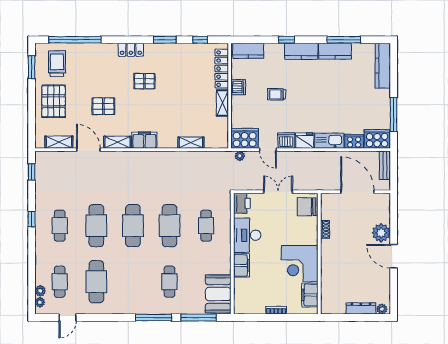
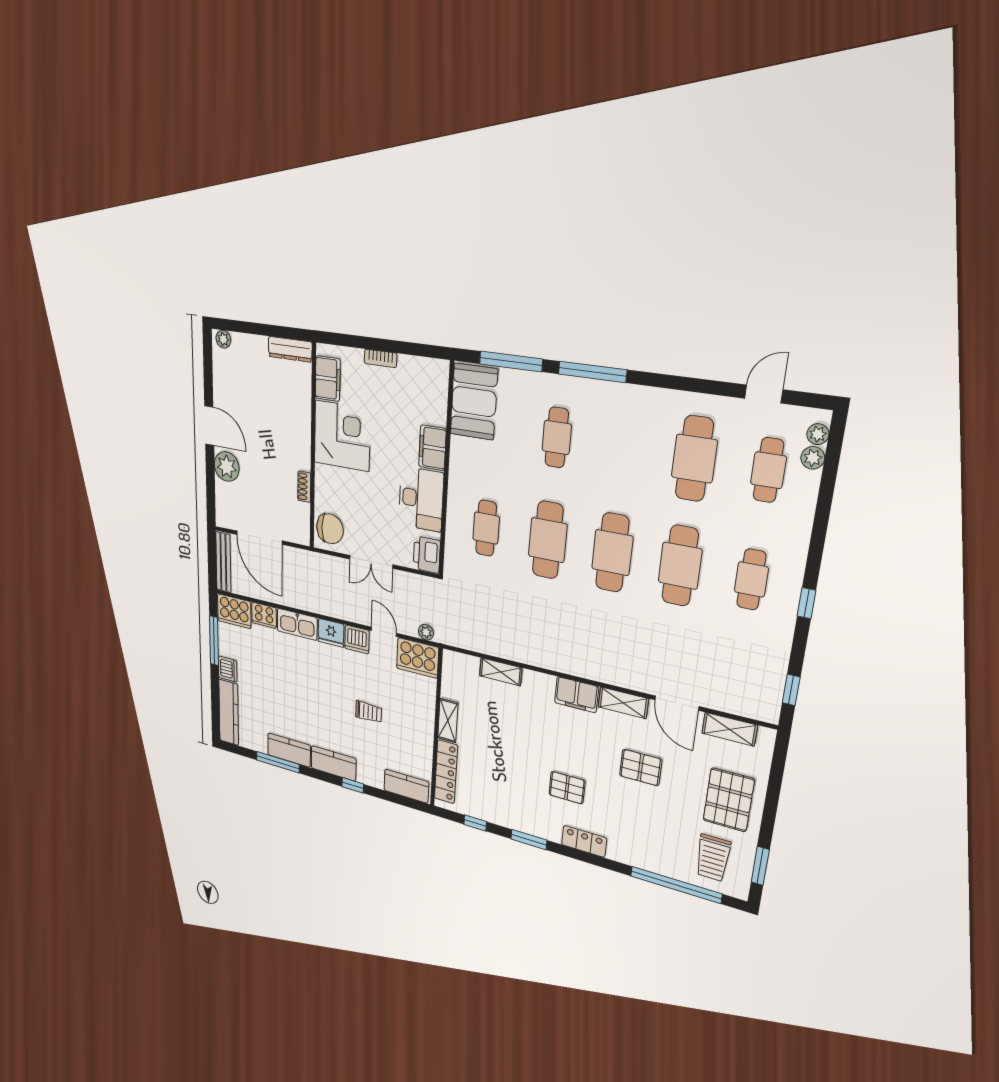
dishwasher: (238, 87) -> (228, 669), moved, turned 180
bench: (385, 165) -> (223, 562), width x1.36
dresser: (361, 308) -> (290, 349), moved

